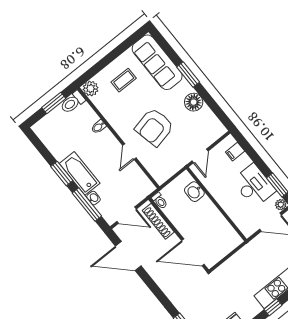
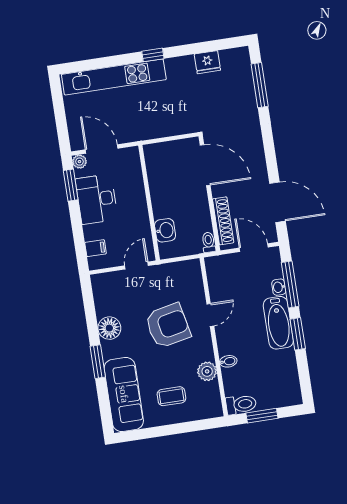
plant: (91, 89) -> (207, 371), moved

